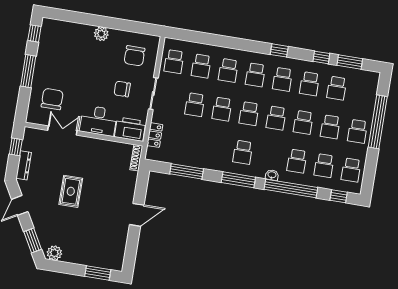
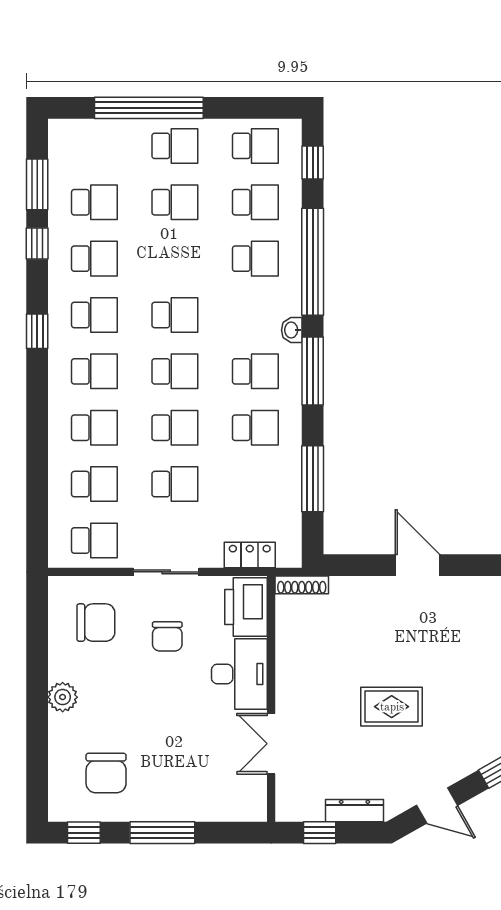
chair: (52, 99) -> (106, 773), moved, turned -90
school desk: (303, 122) -> (255, 428), moved
washbasin: (272, 175) -> (292, 330), moved

